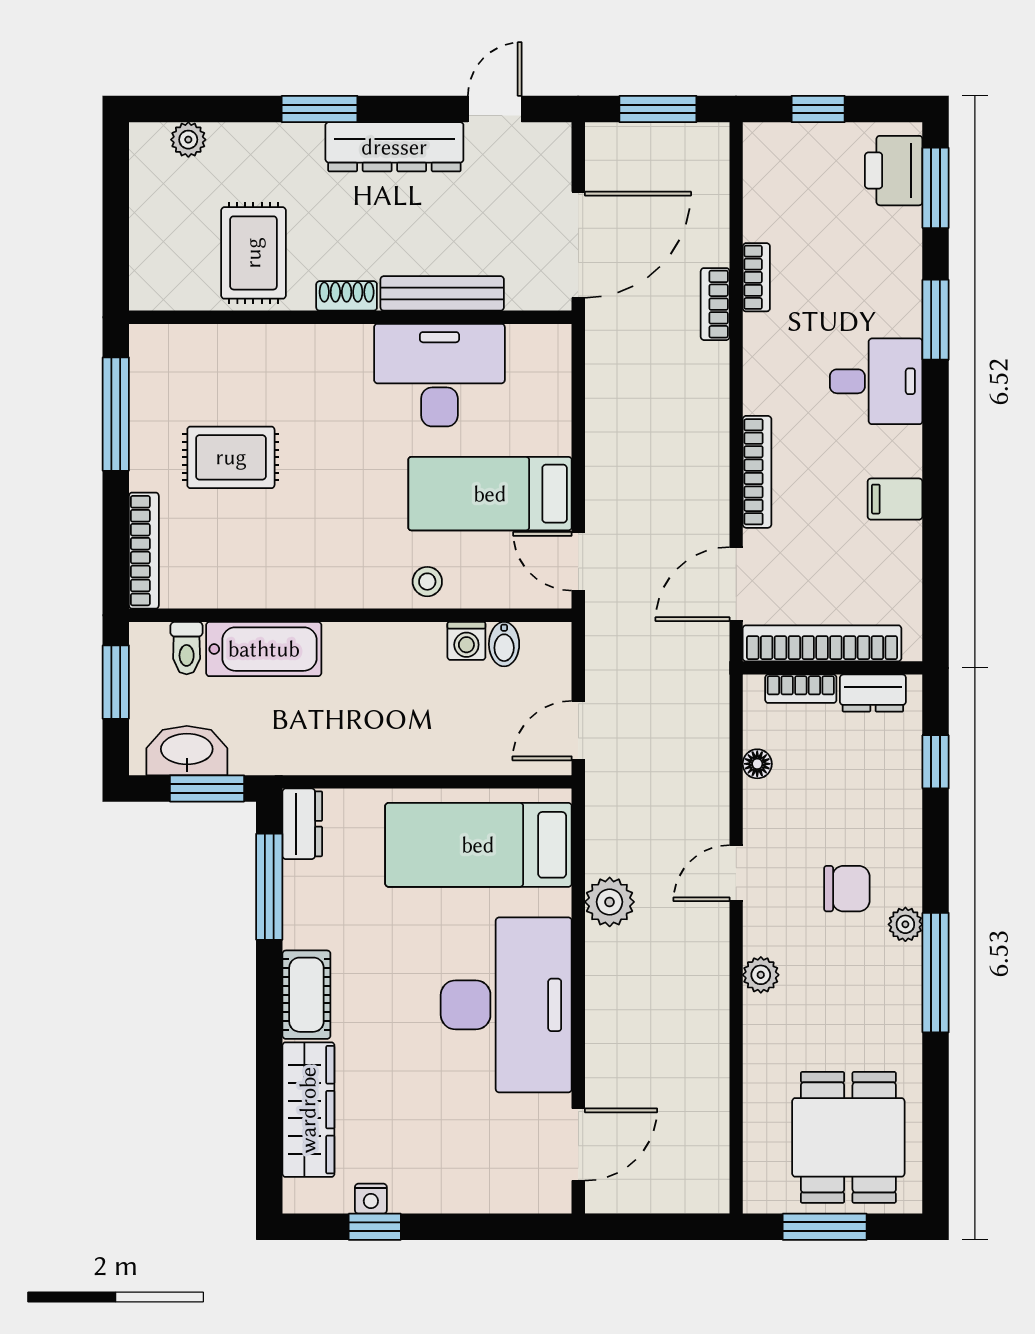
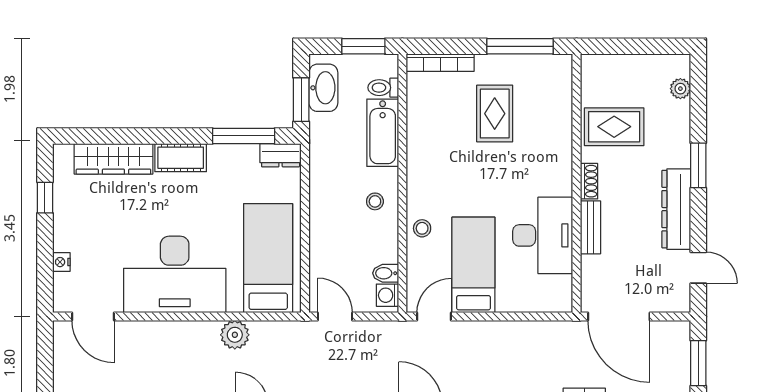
bench: (442, 293) -> (591, 227), width x0.73
washing machine: (466, 641) -> (387, 295), moved
stool: (381, 662) -> (375, 201), added
nightstand: (371, 1199) -> (61, 262), moved

